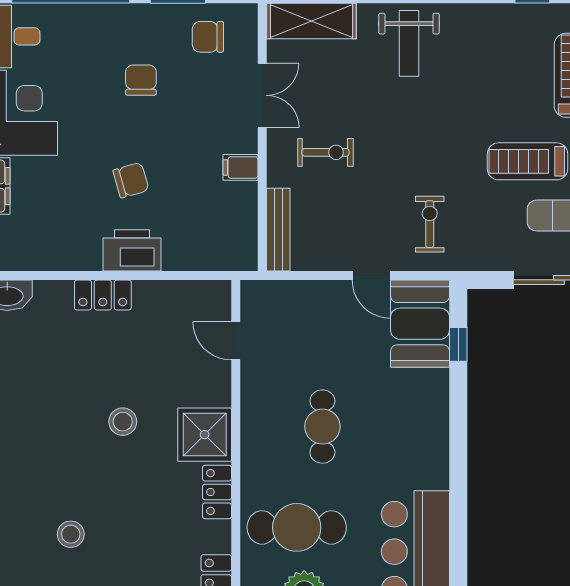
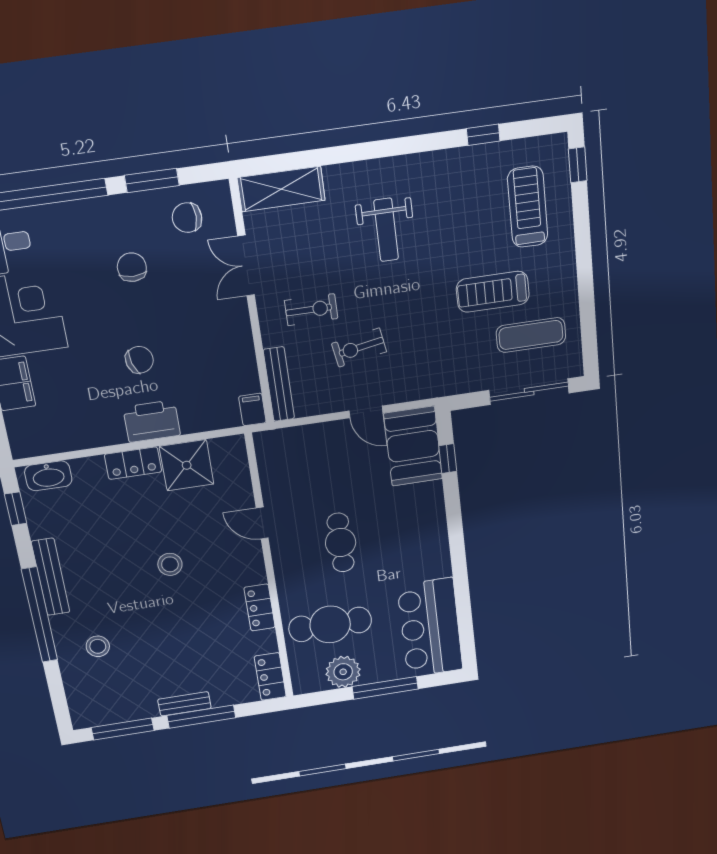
weight bench: (409, 43) -> (386, 230), moved
double door: (262, 95) -> (246, 266), swing flipped
filing cabinet: (241, 167) -> (252, 409), moved, turned 90
exercise bike: (430, 224) -> (359, 348), moved, turned -100
door: (236, 341) -> (262, 523), moved
shower: (205, 435) -> (187, 465), moved
stool: (71, 534) -> (98, 646), moved

